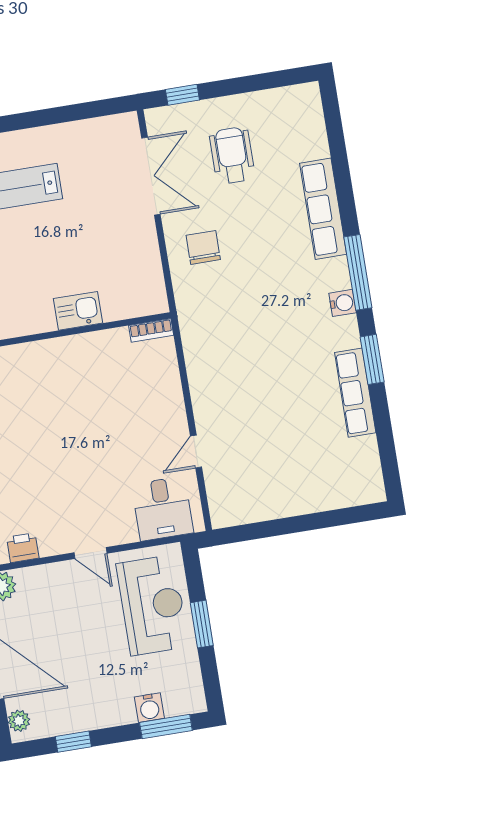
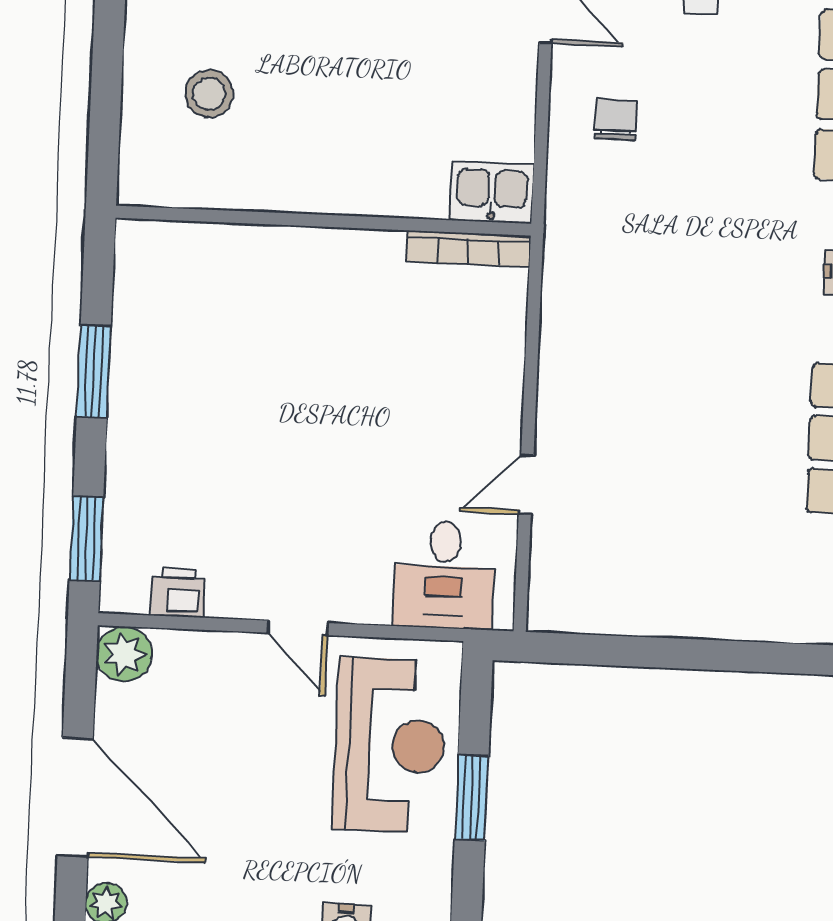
chair: (203, 247) -> (616, 120), width x0.73, depth x0.73
kitchen sink: (78, 311) -> (492, 192), moved
bookcase: (151, 330) -> (469, 249), width x1.56

